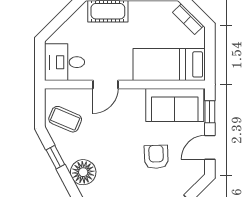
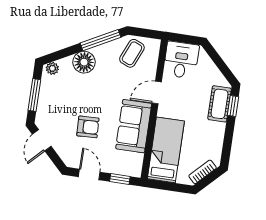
door: (105, 84) -> (157, 92), hinge flipped
sofa: (175, 105) -> (134, 126), moved
window: (55, 157) -> (100, 40), width x2.17

